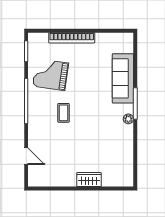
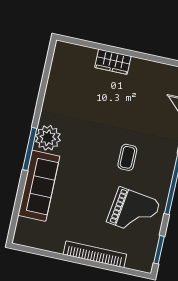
plant: (128, 119) -> (48, 138), width x1.88, depth x1.88

